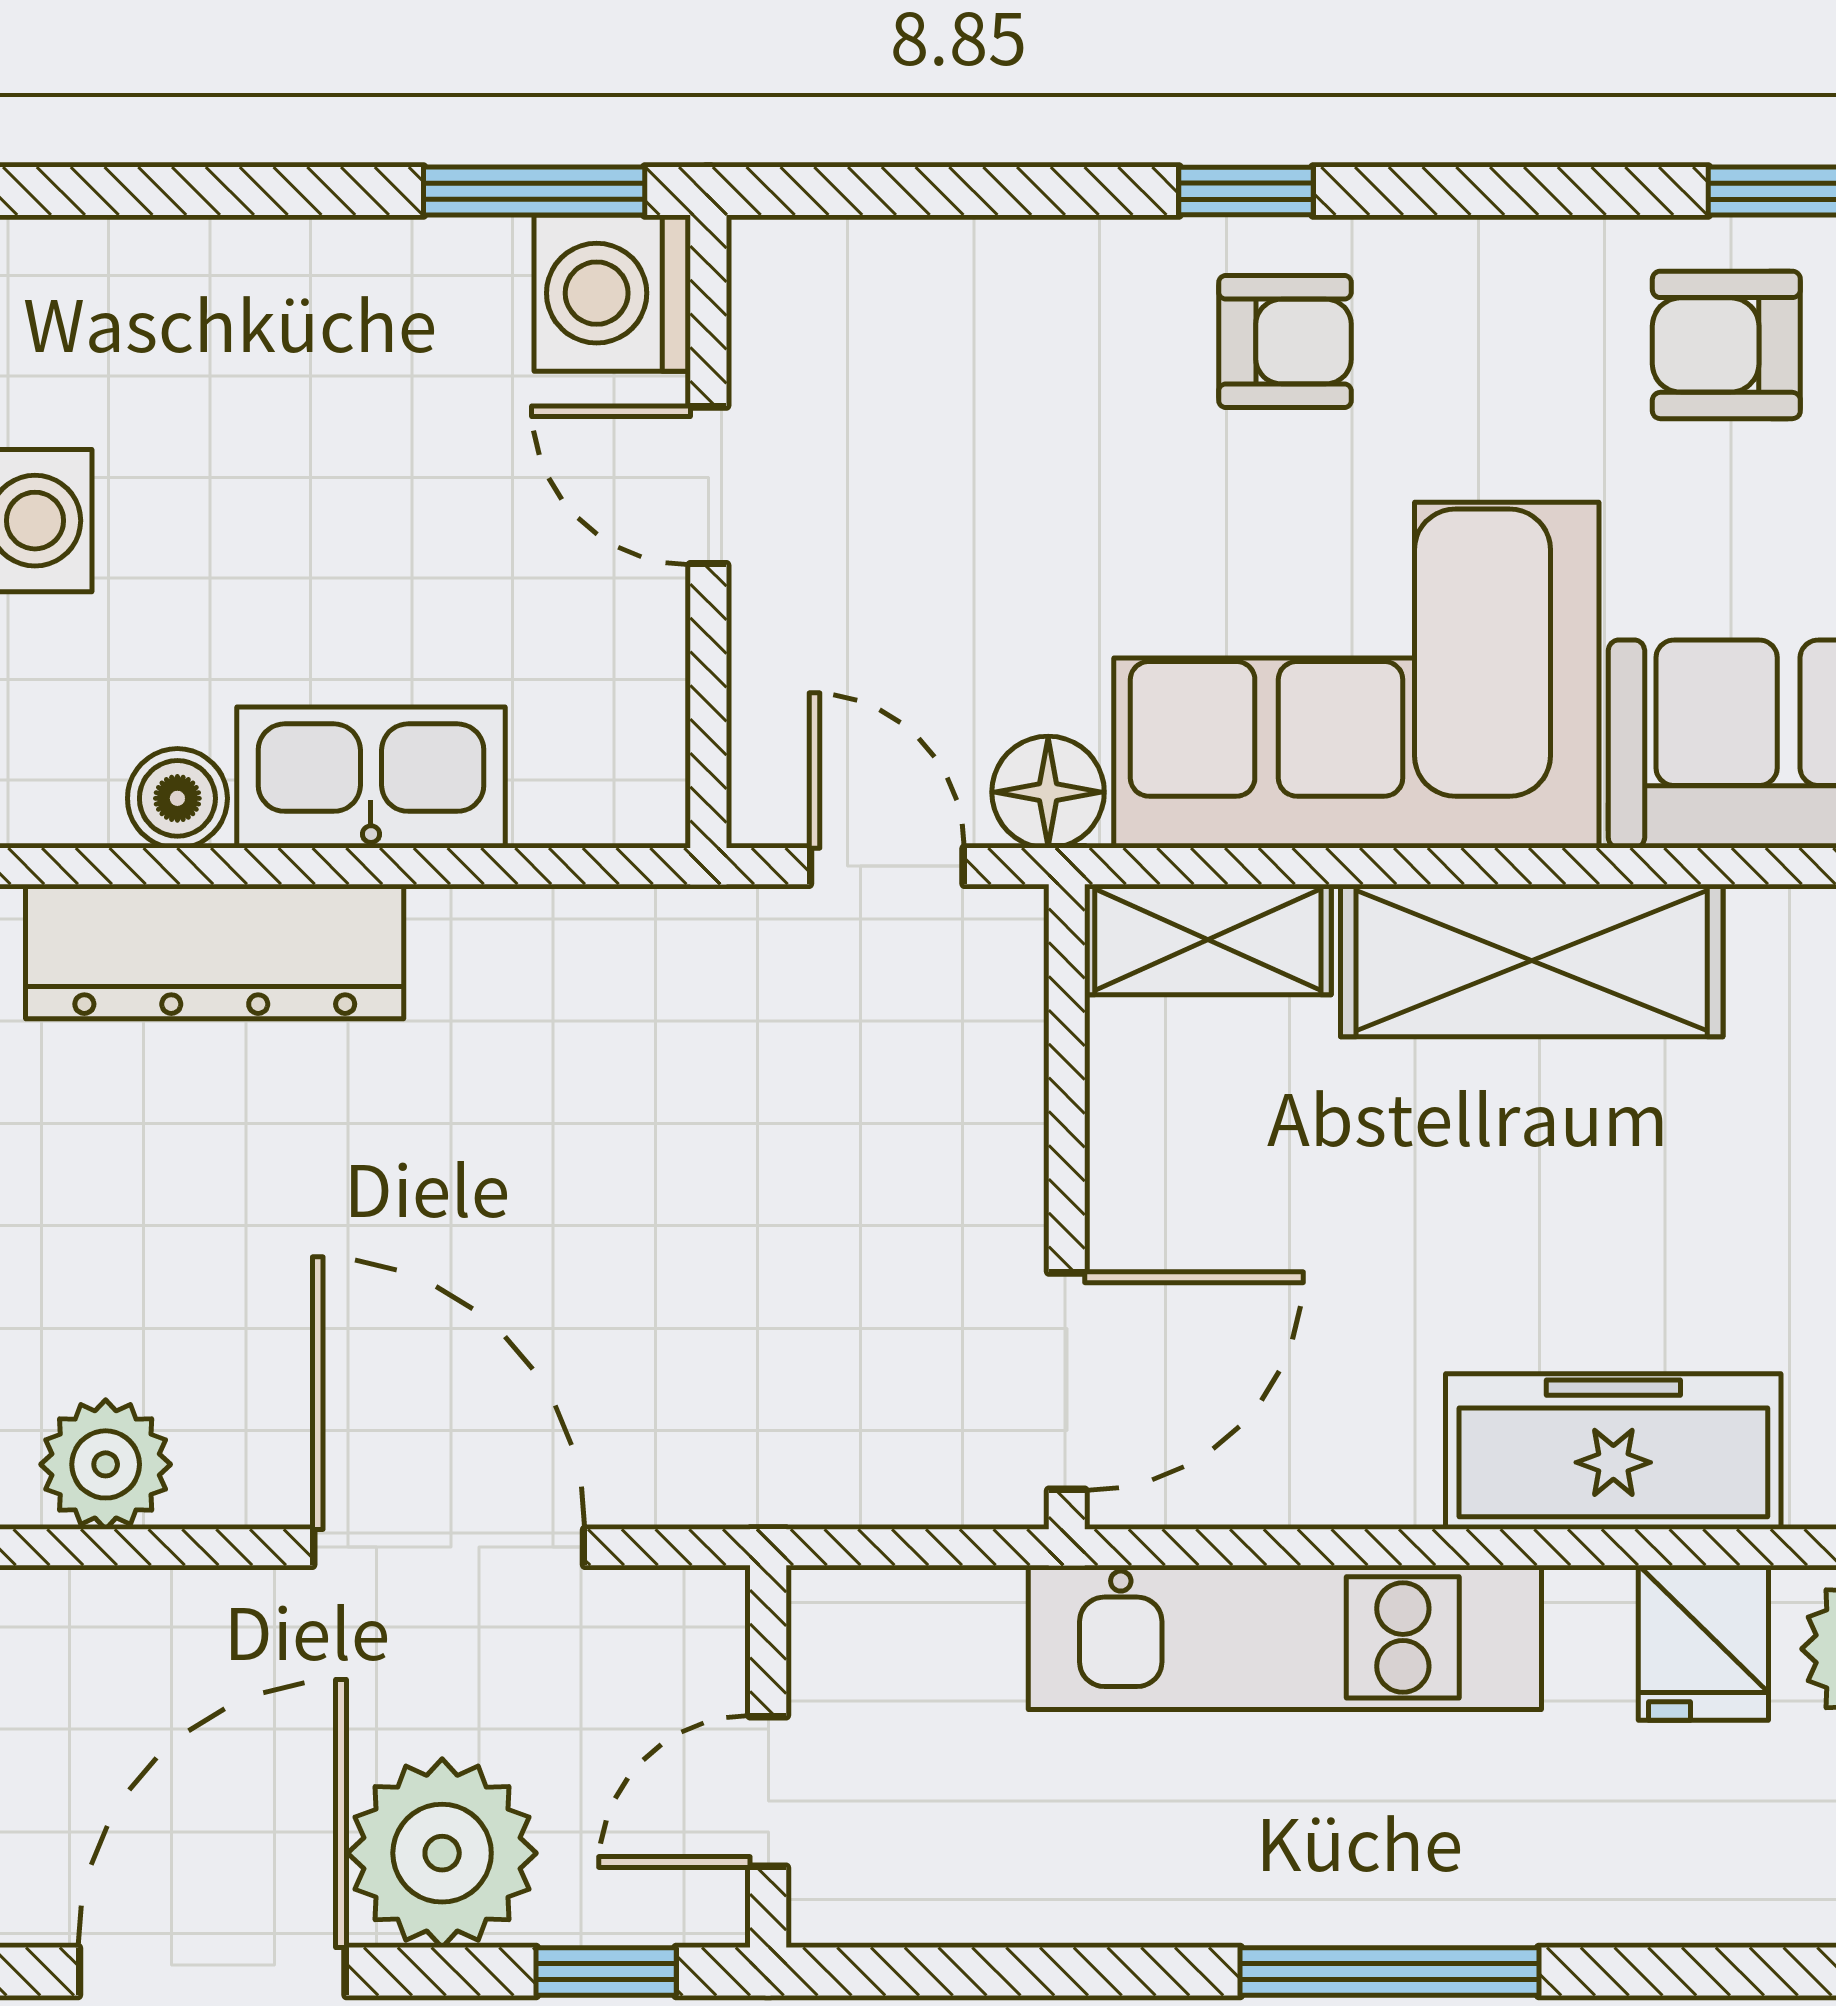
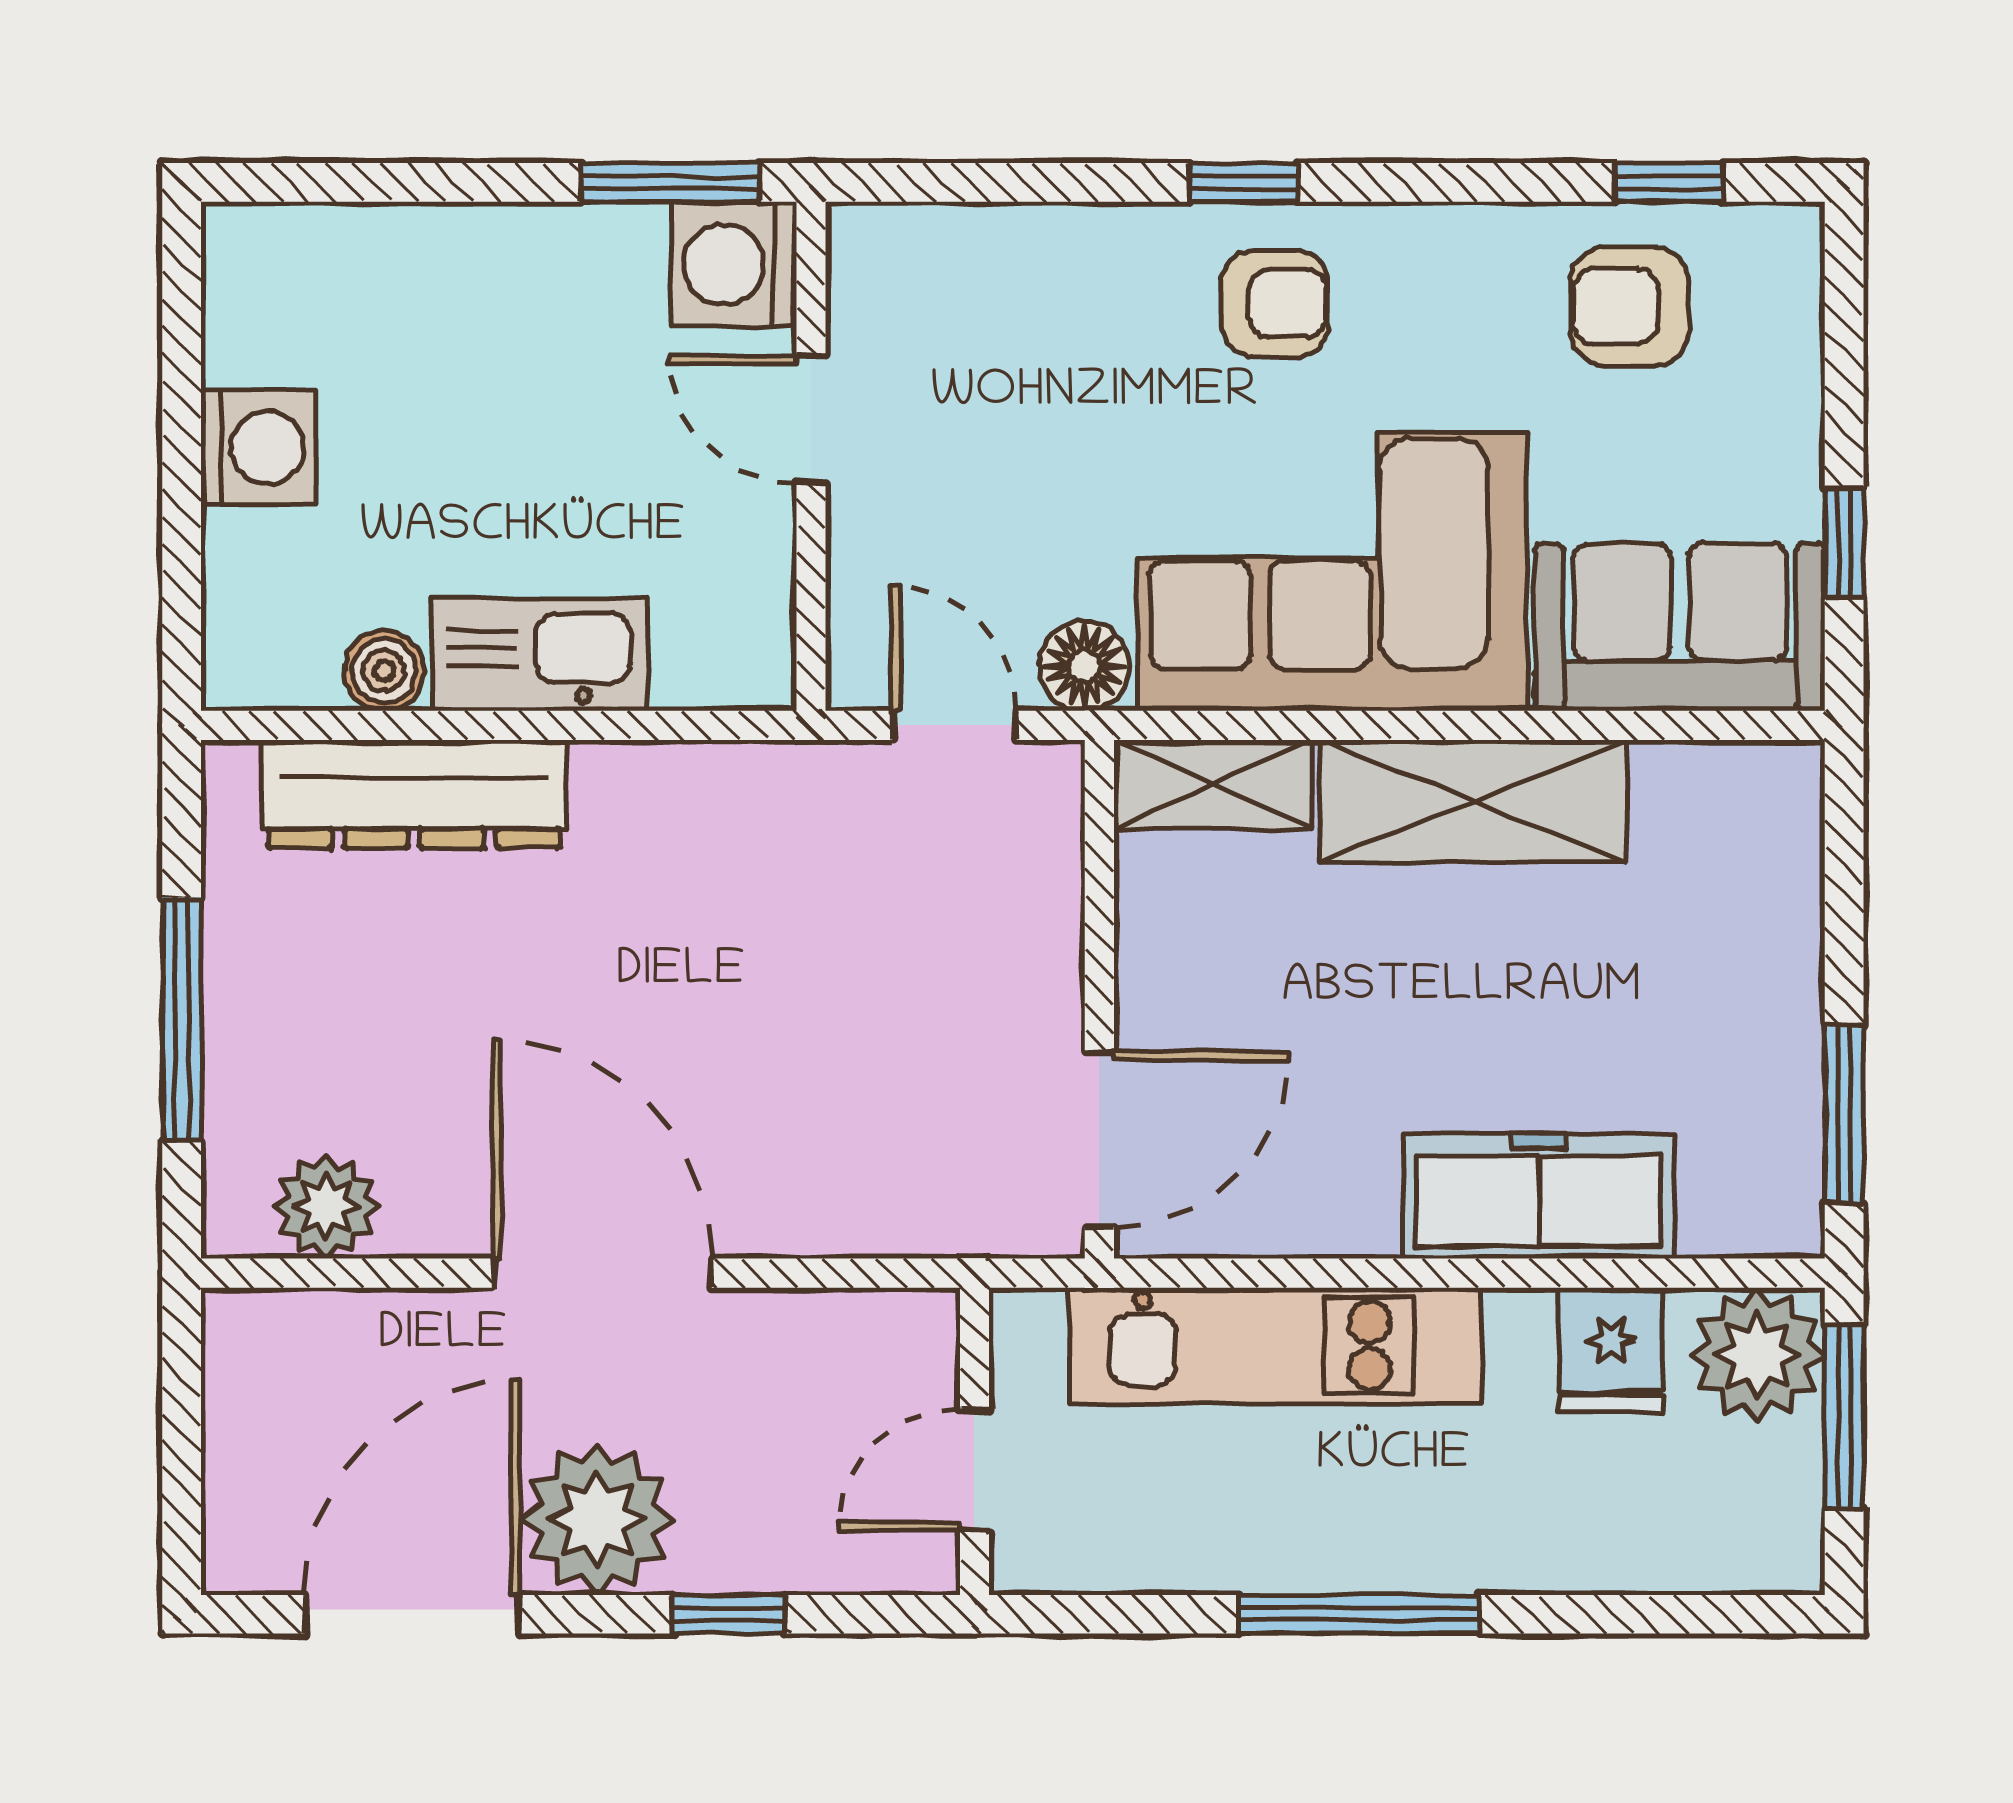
wall: (768, 1756) -> (974, 1441), moved
door: (768, 1791) -> (974, 1470), moved

